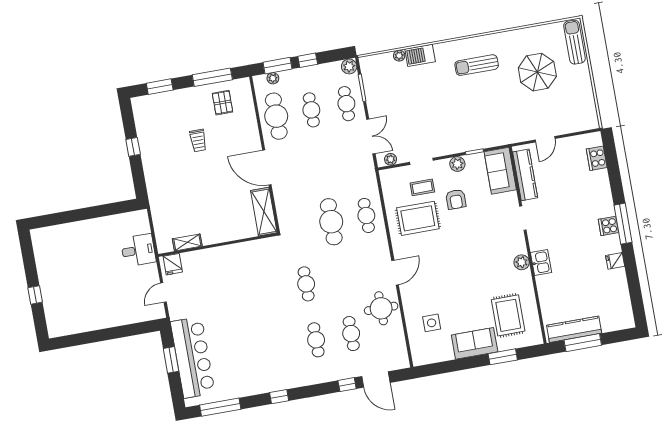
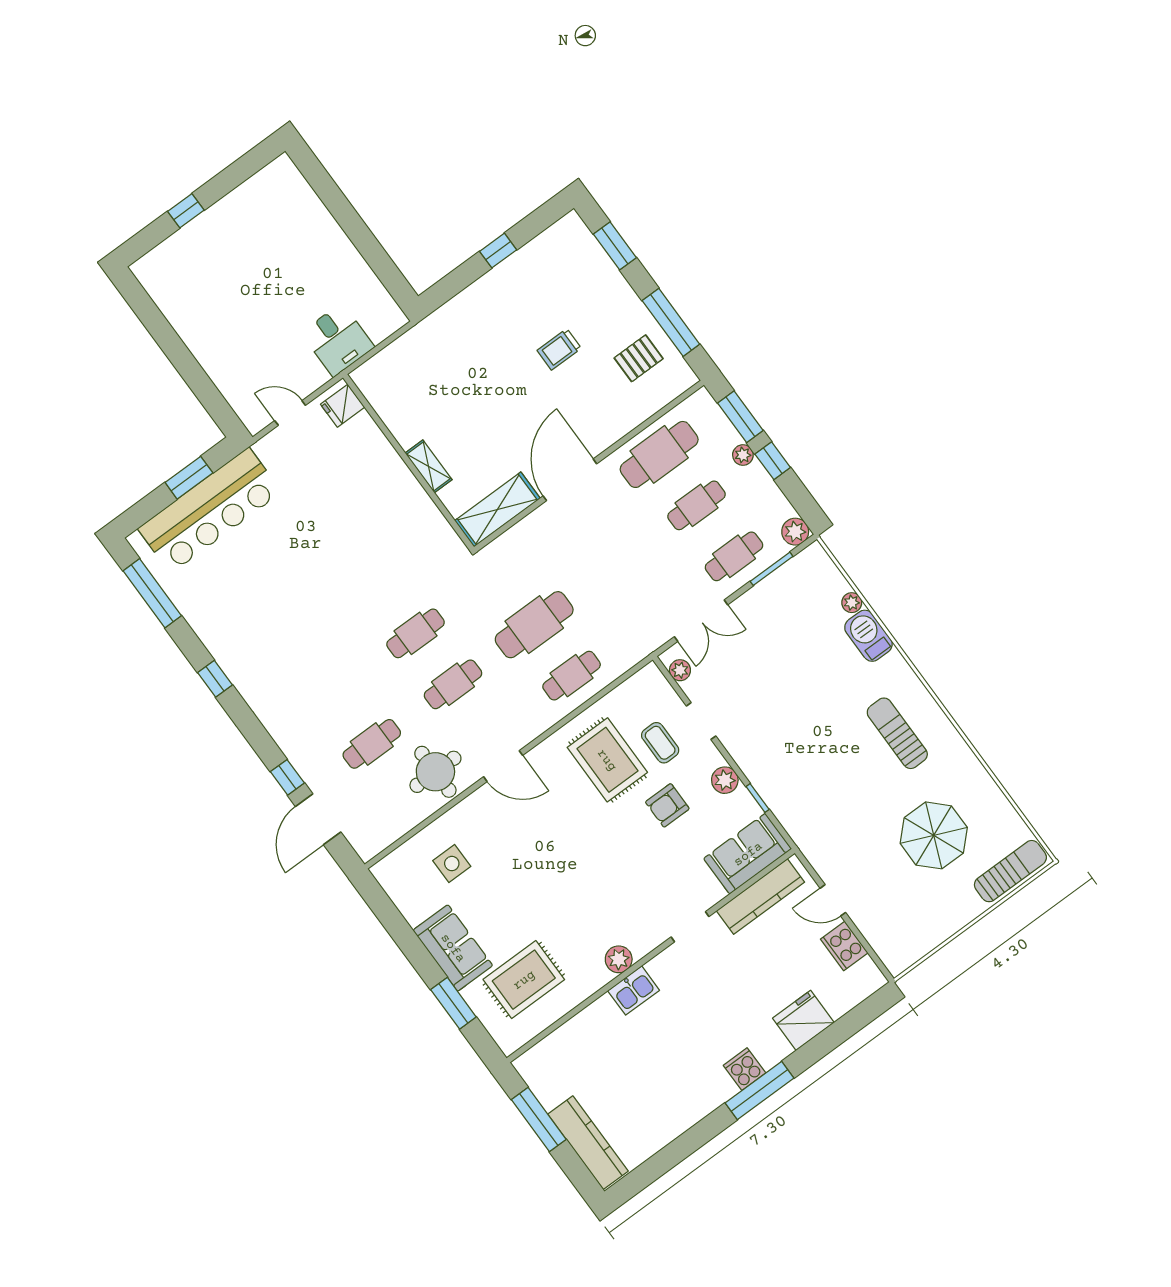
plant: (273, 78) -> (743, 455), moved
cooker: (597, 158) -> (844, 946), moved, turned -90
shelving: (187, 242) -> (429, 466), moved
fridge: (615, 261) -> (803, 1020), moved, width x1.88, depth x1.34
kitchen counter: (574, 329) -> (588, 1143), moved
cafe table: (316, 340) -> (453, 684), moved

